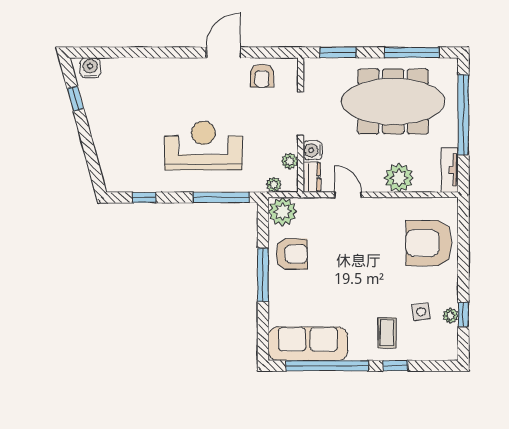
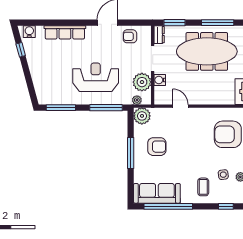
row of seats: (151, 69) -> (65, 32), added
armchair: (262, 76) -> (130, 36), turned 90
plant: (290, 161) -> (142, 82), width x1.88, depth x1.88
dresser: (312, 177) -> (159, 35), moved
plant: (399, 178) -> (210, 96), removed
window: (144, 197) -> (61, 108), width x2.17
armchair: (292, 254) -> (157, 147), moved
window: (395, 366) -> (226, 206), moved

